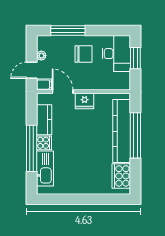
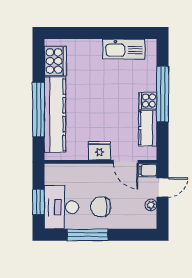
window: (68, 31) -> (88, 235), moved
kitchen sink: (45, 168) -> (124, 49), moved, turned -90

